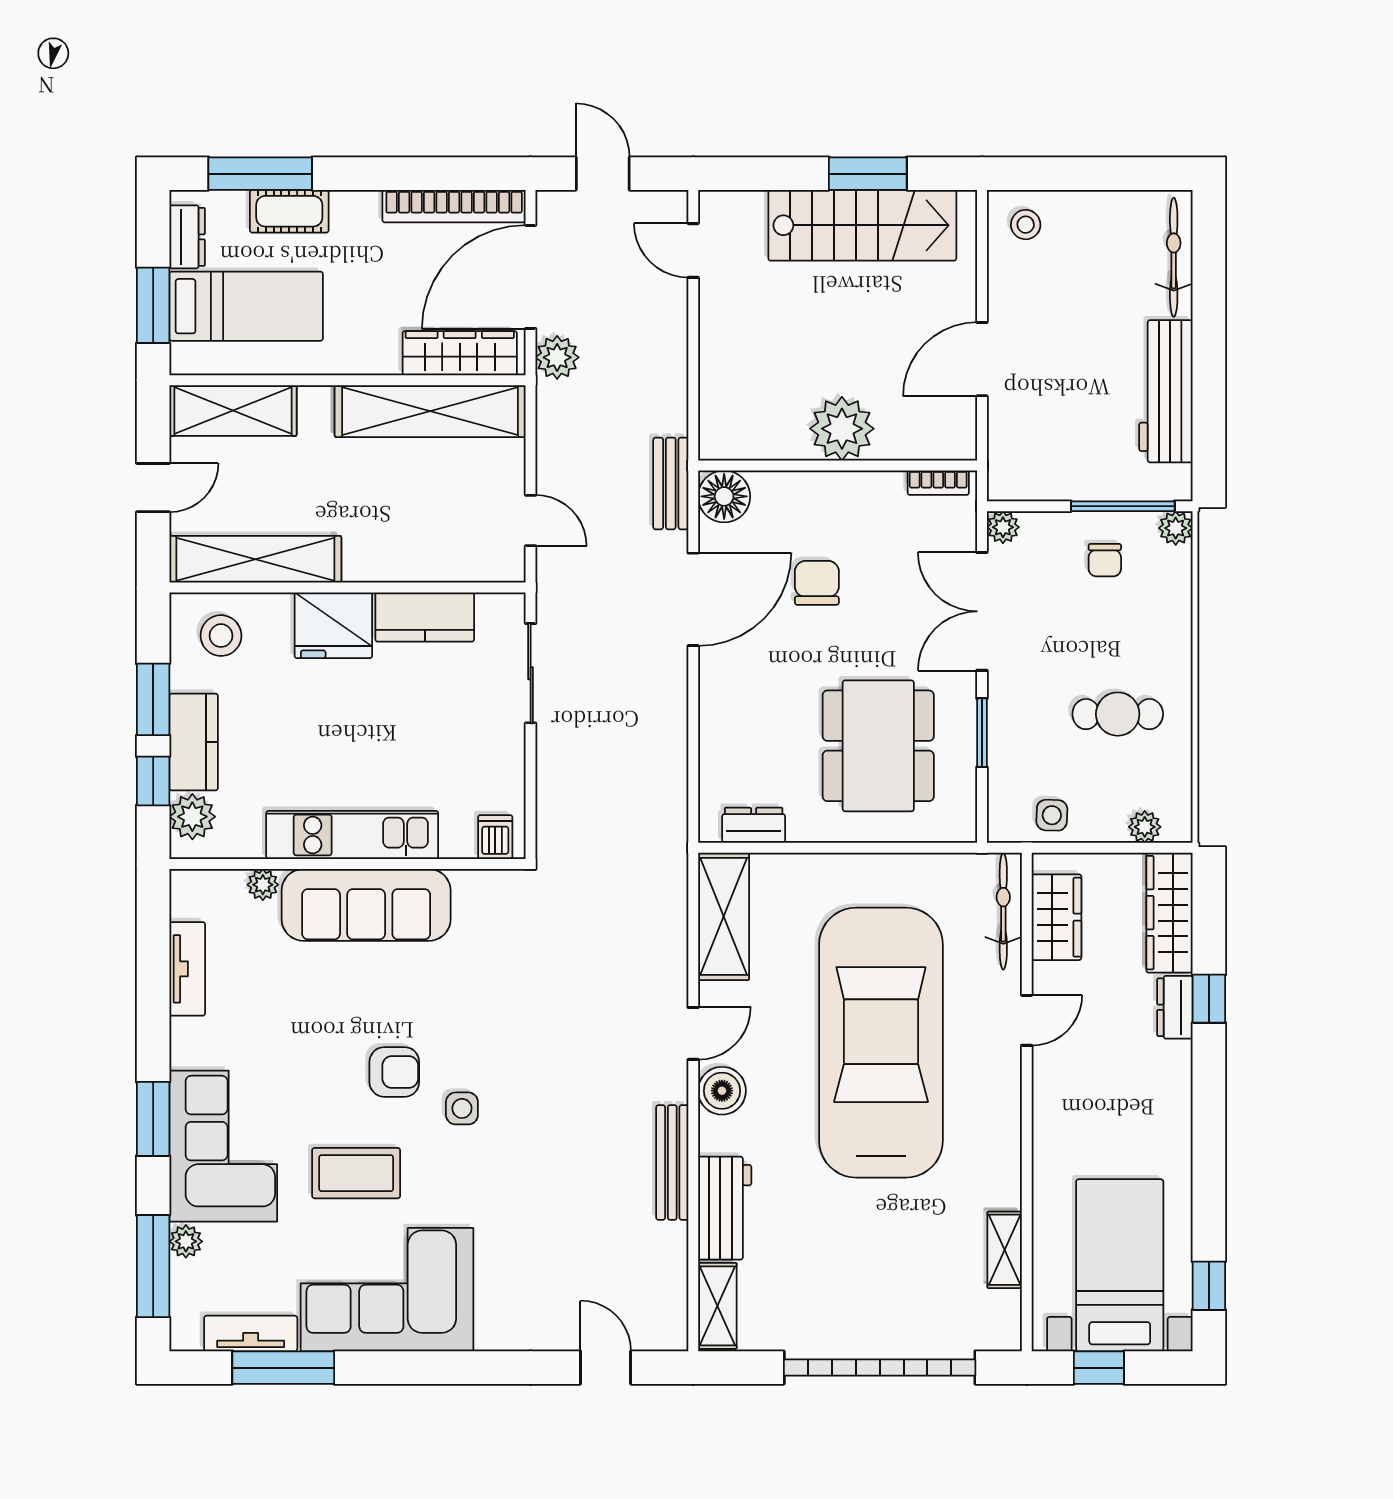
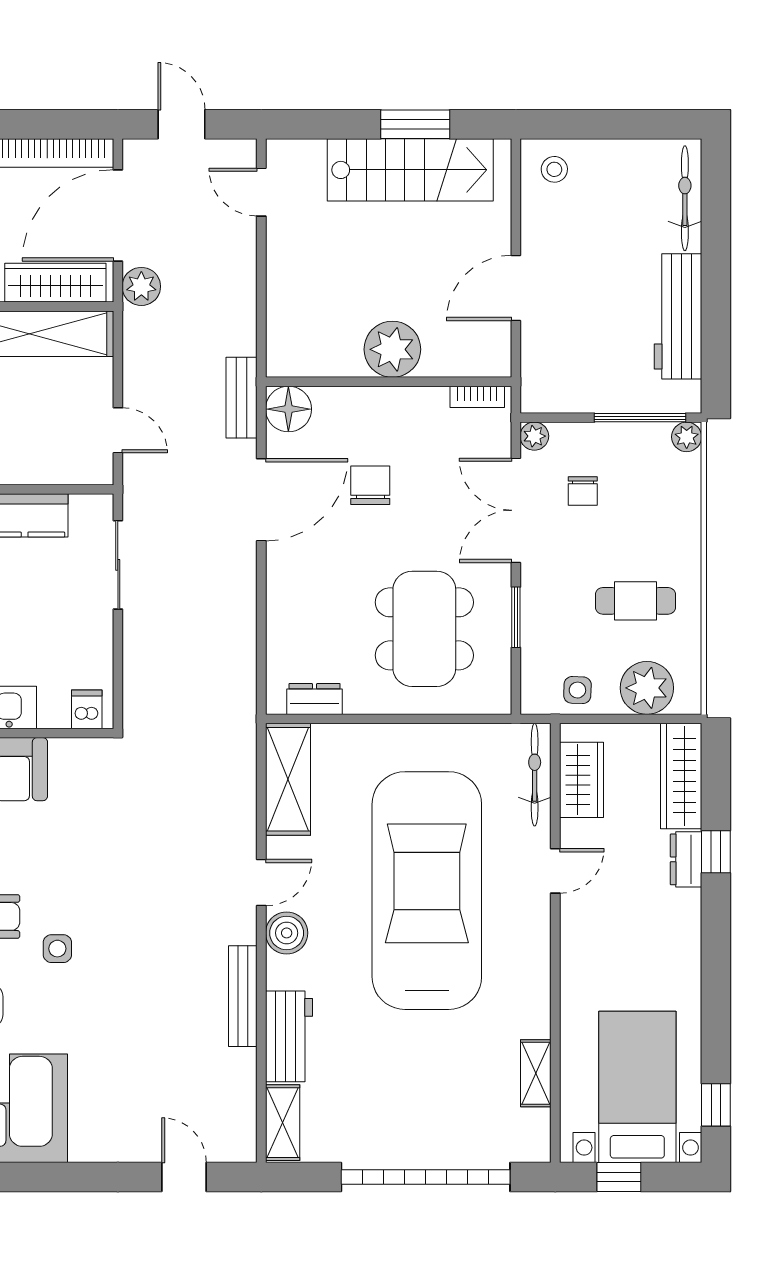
chair: (1105, 560) -> (583, 491), moved
plant: (1145, 827) -> (647, 688), width x1.88, depth x1.88

